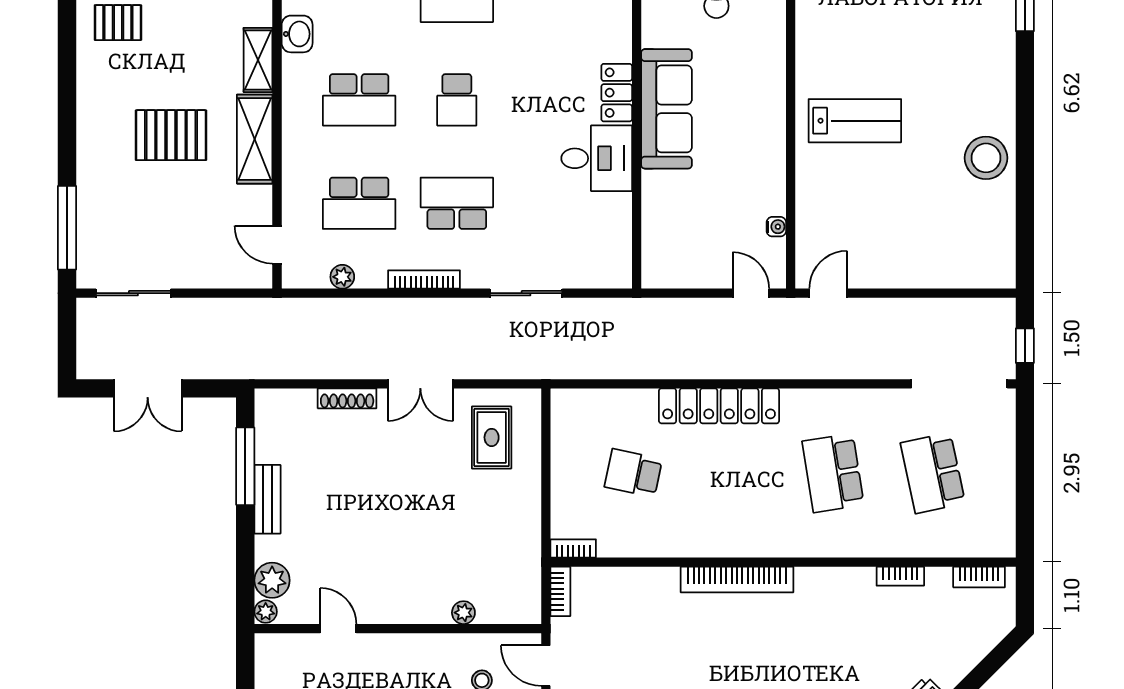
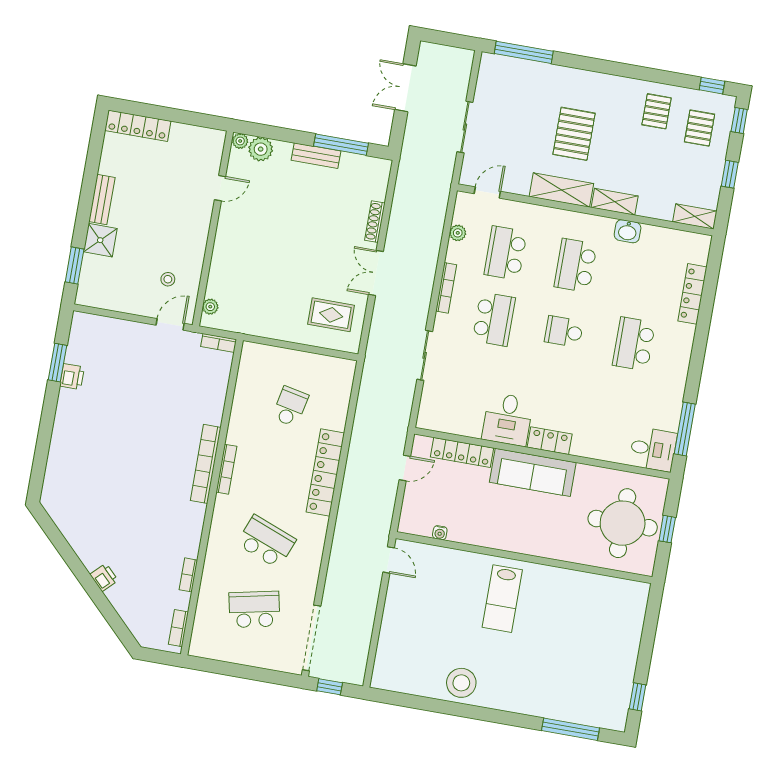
locker: (656, 215) -> (462, 452), added
sliding door: (133, 293) -> (465, 127), moved
door: (751, 293) -> (405, 468), moved
school desk: (833, 473) -> (266, 542), turned 30
bookcase: (573, 548) -> (226, 469), moved, width x1.56
plant: (463, 613) -> (210, 307), moved

